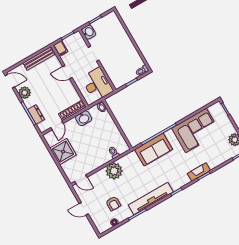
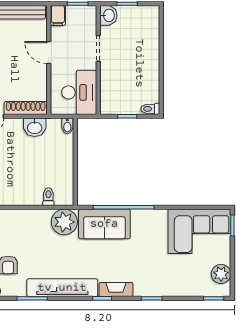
corner sofa: (196, 130) -> (199, 231), moved
plant: (114, 171) -> (64, 222), moved
fireplace: (199, 172) -> (116, 289), moved

